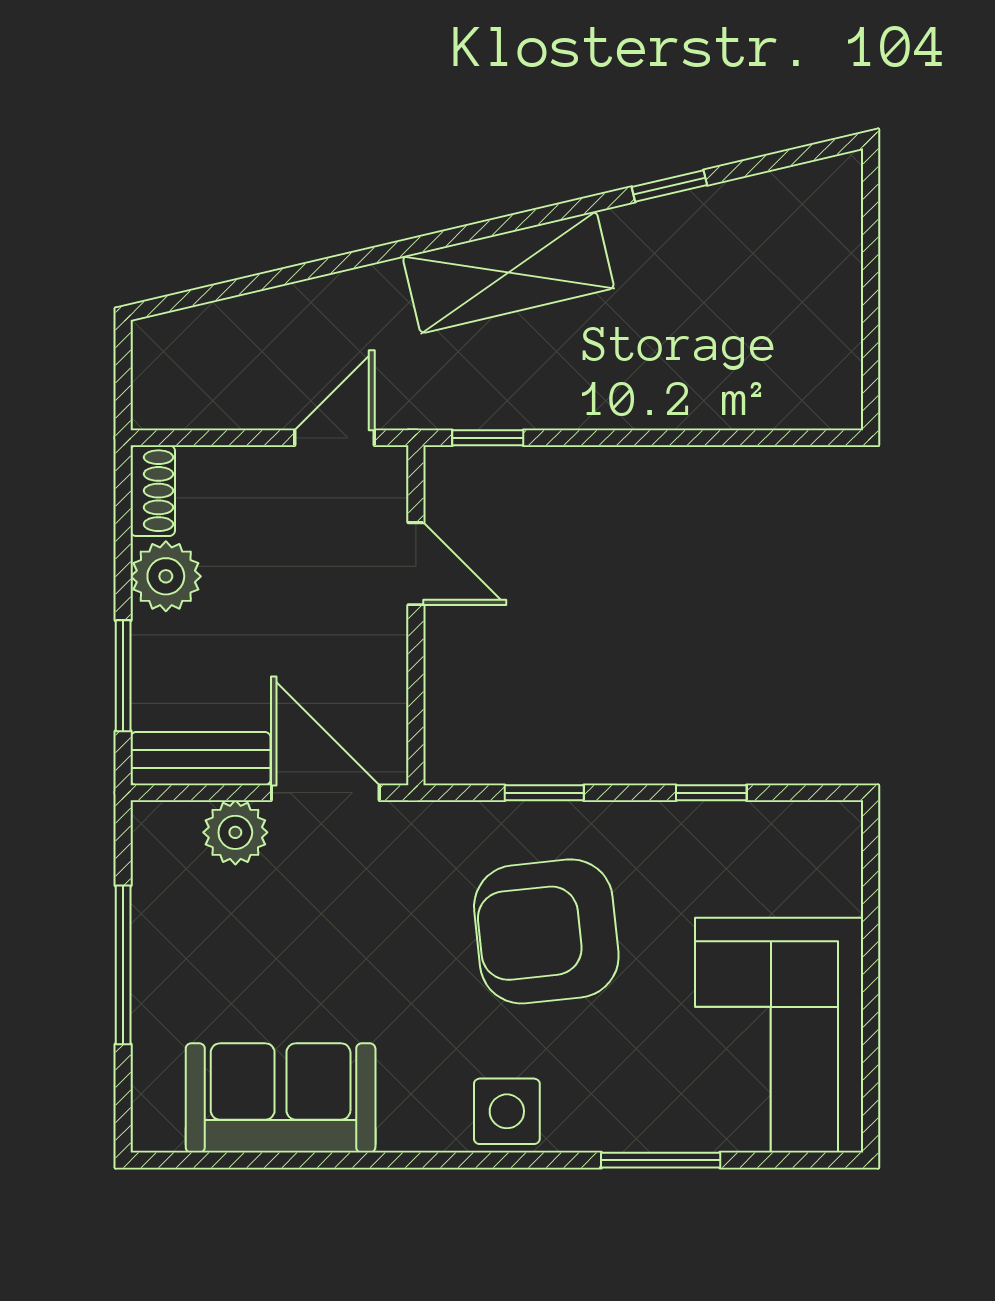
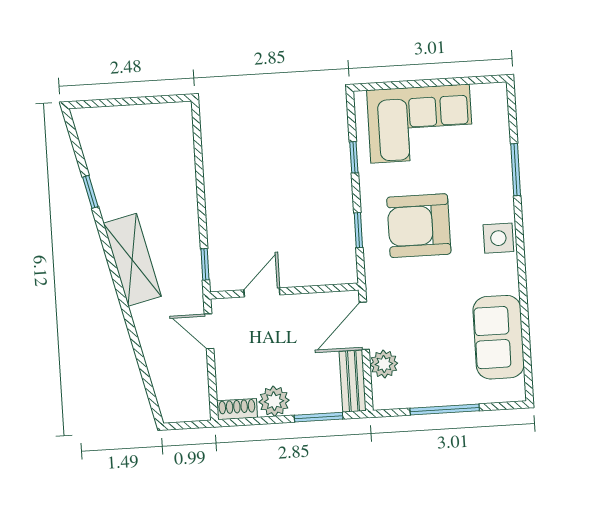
armchair: (546, 931) -> (419, 226), turned 96
corner sofa: (779, 1035) -> (420, 124), moved

